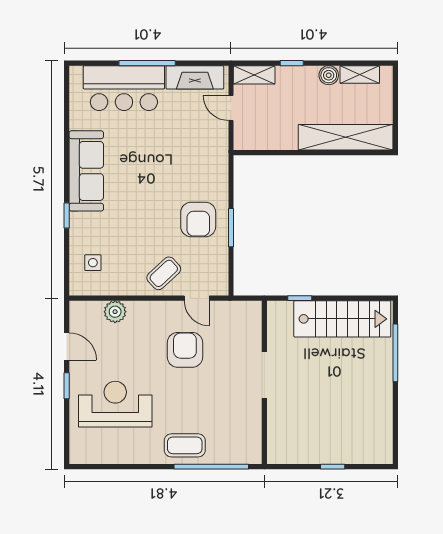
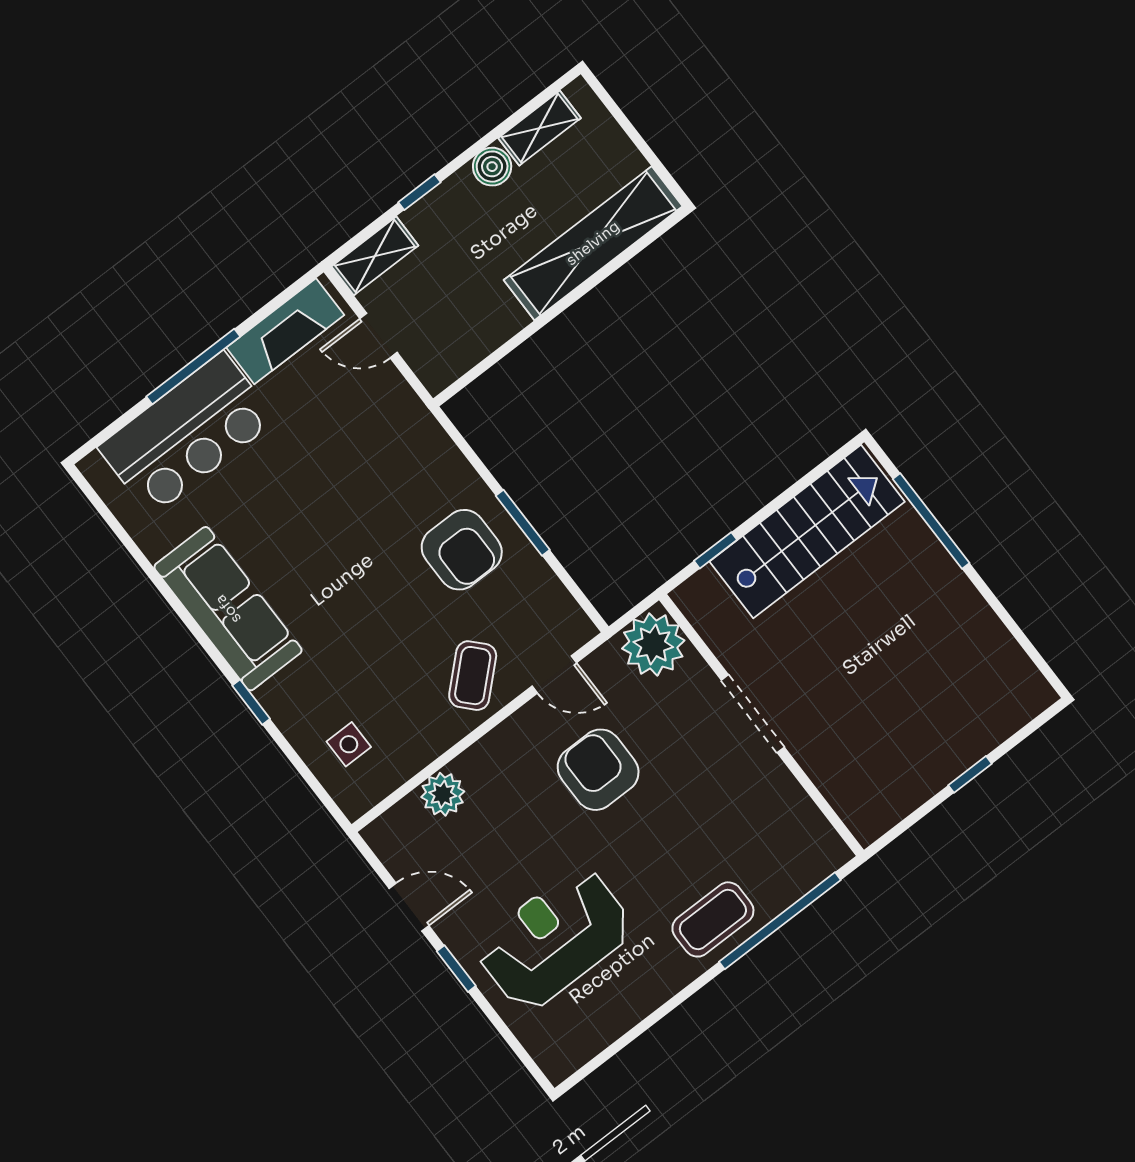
plant: (246, 317) -> (653, 644), added

